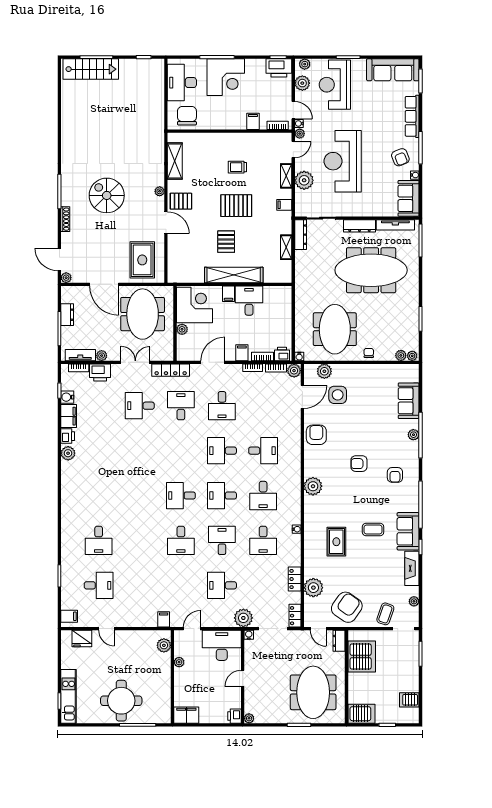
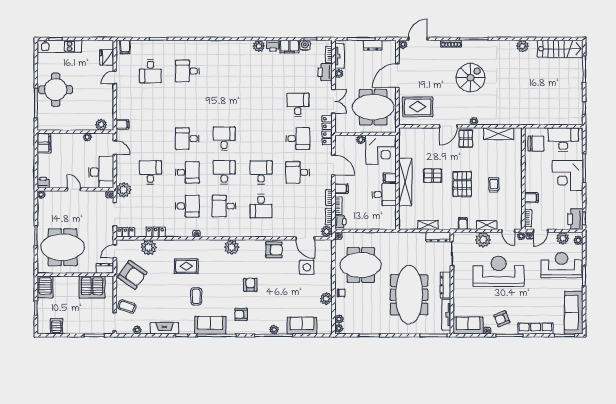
stairs: (91, 69) -> (560, 49), moved, turned -90
plant: (68, 132) -> (522, 46), added
plant: (324, 371) -> (326, 299), moved
sofa: (408, 531) -> (210, 325), moved
desk: (263, 540) -> (187, 206), turned 180

